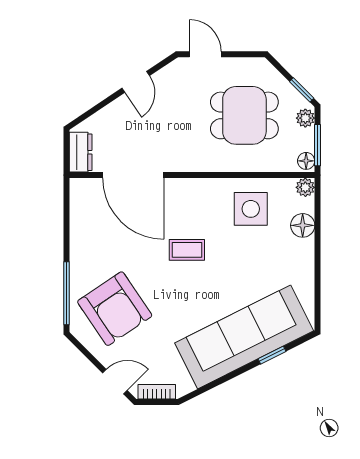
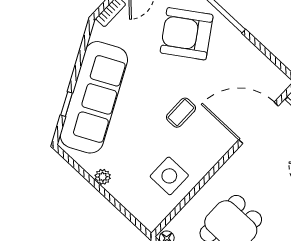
plant: (305, 187) -> (103, 177), moved
floor lamp: (303, 225) -> (129, 198), removed

